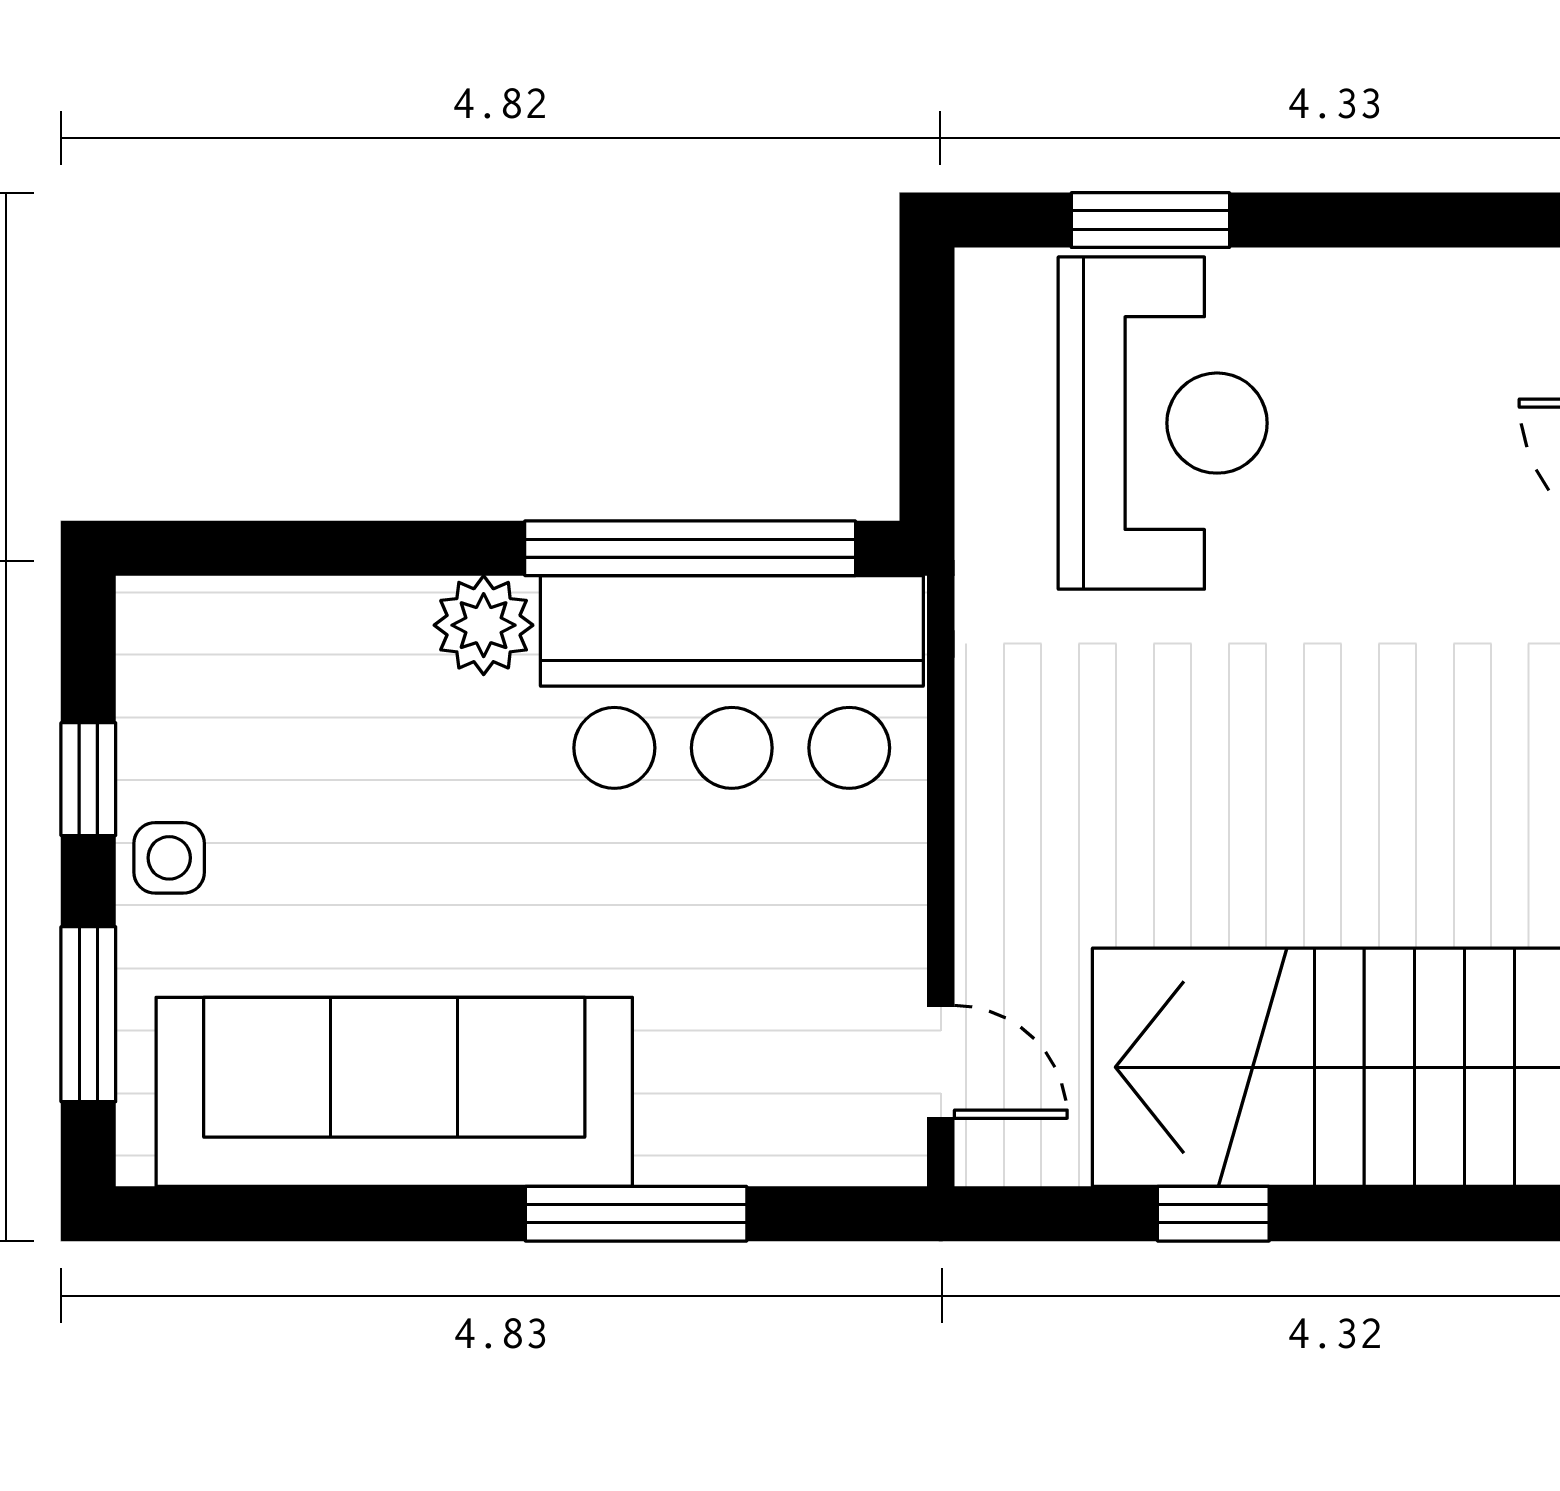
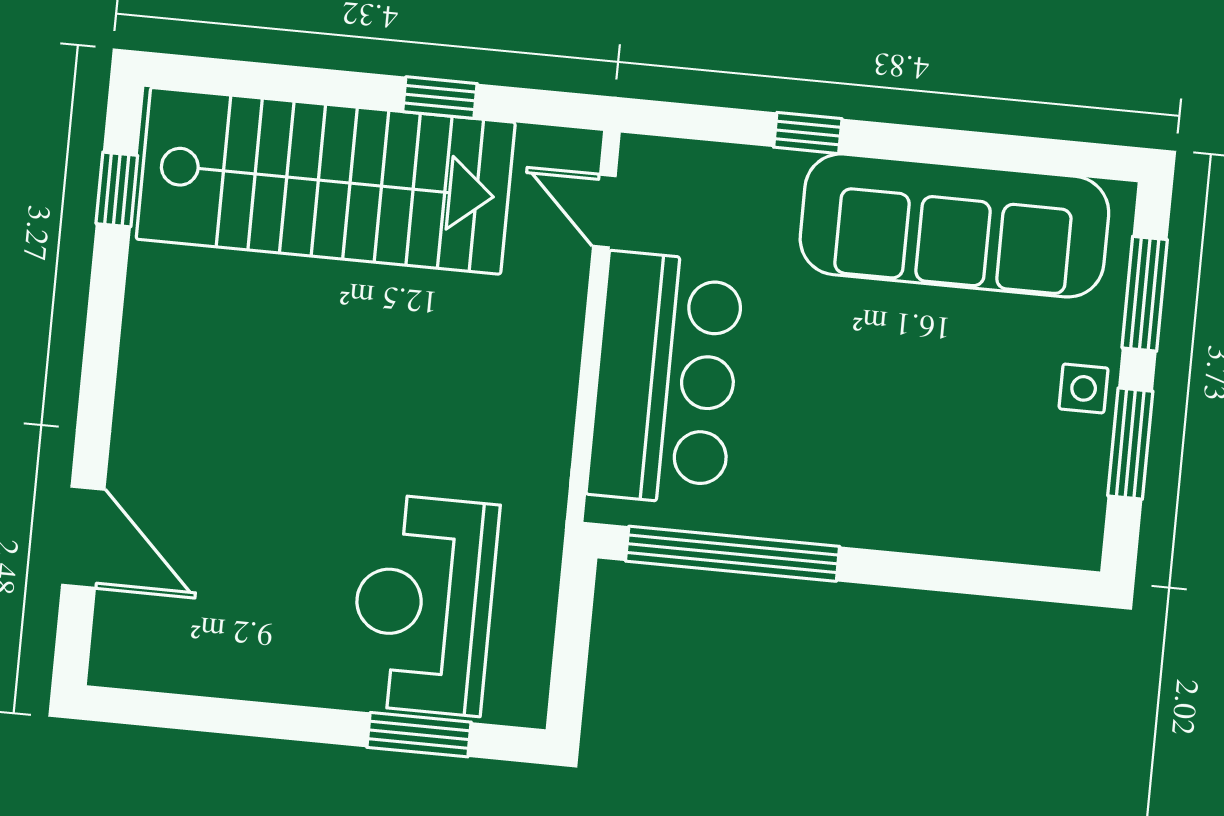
plant: (484, 625) -> (869, 517), removed
bar counter: (732, 682) -> (665, 379), moved, turned 90
window: (88, 779) -> (1130, 444), width x1.50
window: (636, 1214) -> (808, 133), width x0.46

